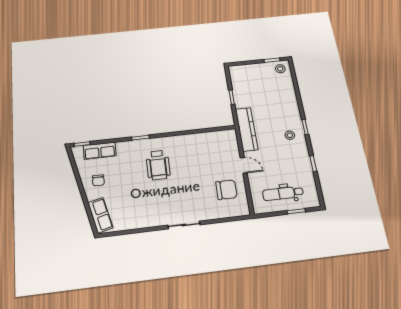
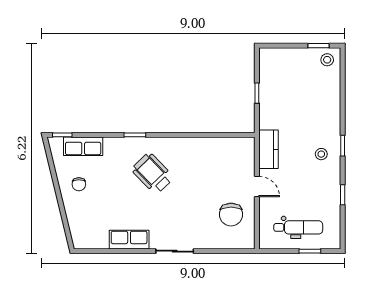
kitchen counter: (247, 129) -> (268, 149), width x0.67
wheelchair: (158, 165) -> (153, 173), turned 136
chair: (226, 190) -> (231, 215), turned 90
dental chair: (283, 193) -> (298, 227), turned 180
row of seats: (100, 215) -> (129, 240), moved, turned -76

